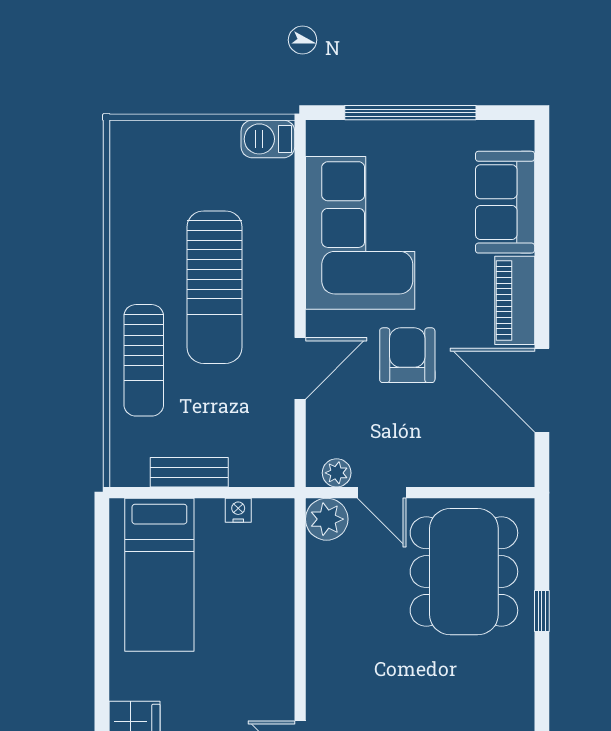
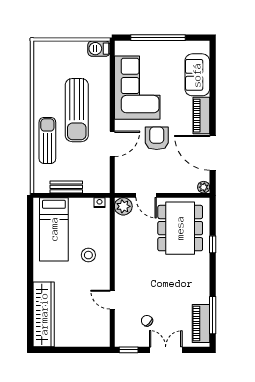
sun lounger: (144, 360) -> (47, 140), turned 180
plant: (337, 473) -> (204, 187), moved
nightstand: (238, 510) -> (100, 203), moved
stool: (243, 637) -> (88, 255), added

